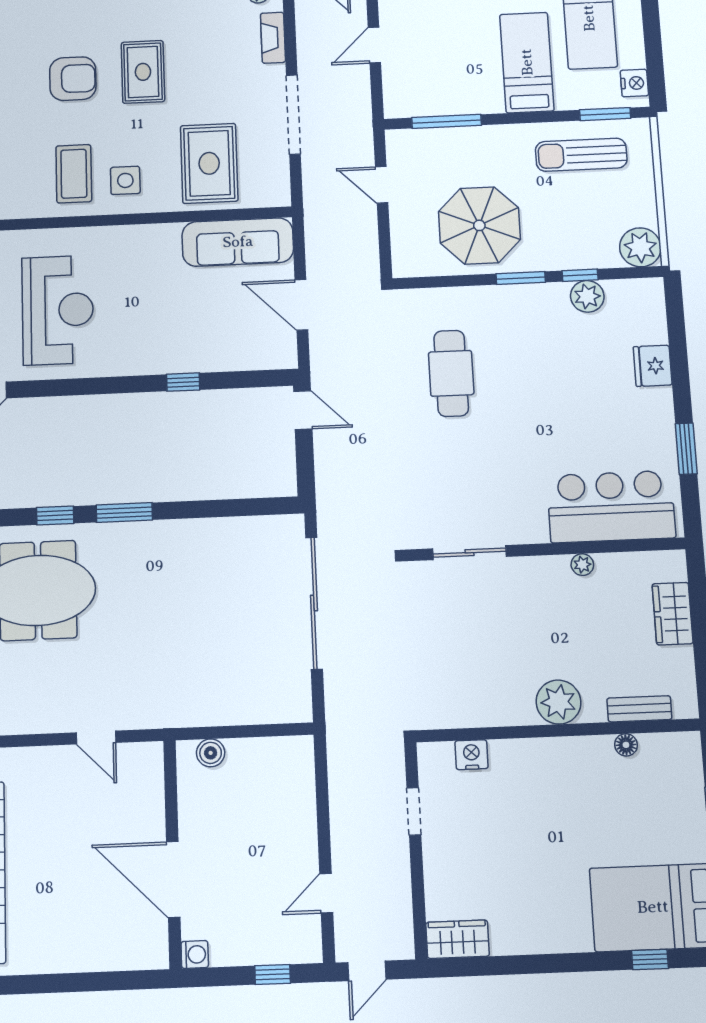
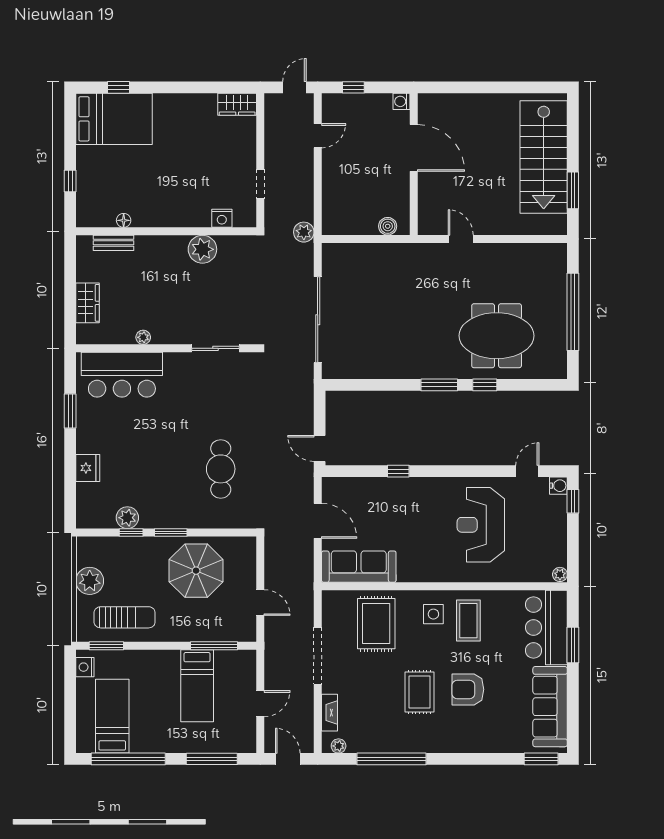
bed: (527, 62) -> (197, 686), moved
plant: (640, 247) -> (90, 581), moved
plant: (558, 702) -> (202, 249), moved
plant: (342, 738) -> (304, 232), added

